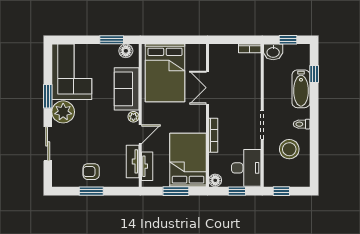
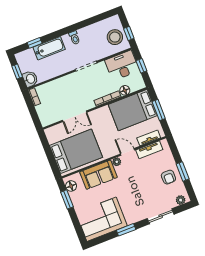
plant: (63, 112) -> (181, 200), moved, width x0.53, depth x0.53
stool: (289, 149) -> (115, 37), moved
floor lamp: (215, 180) -> (125, 90), moved

